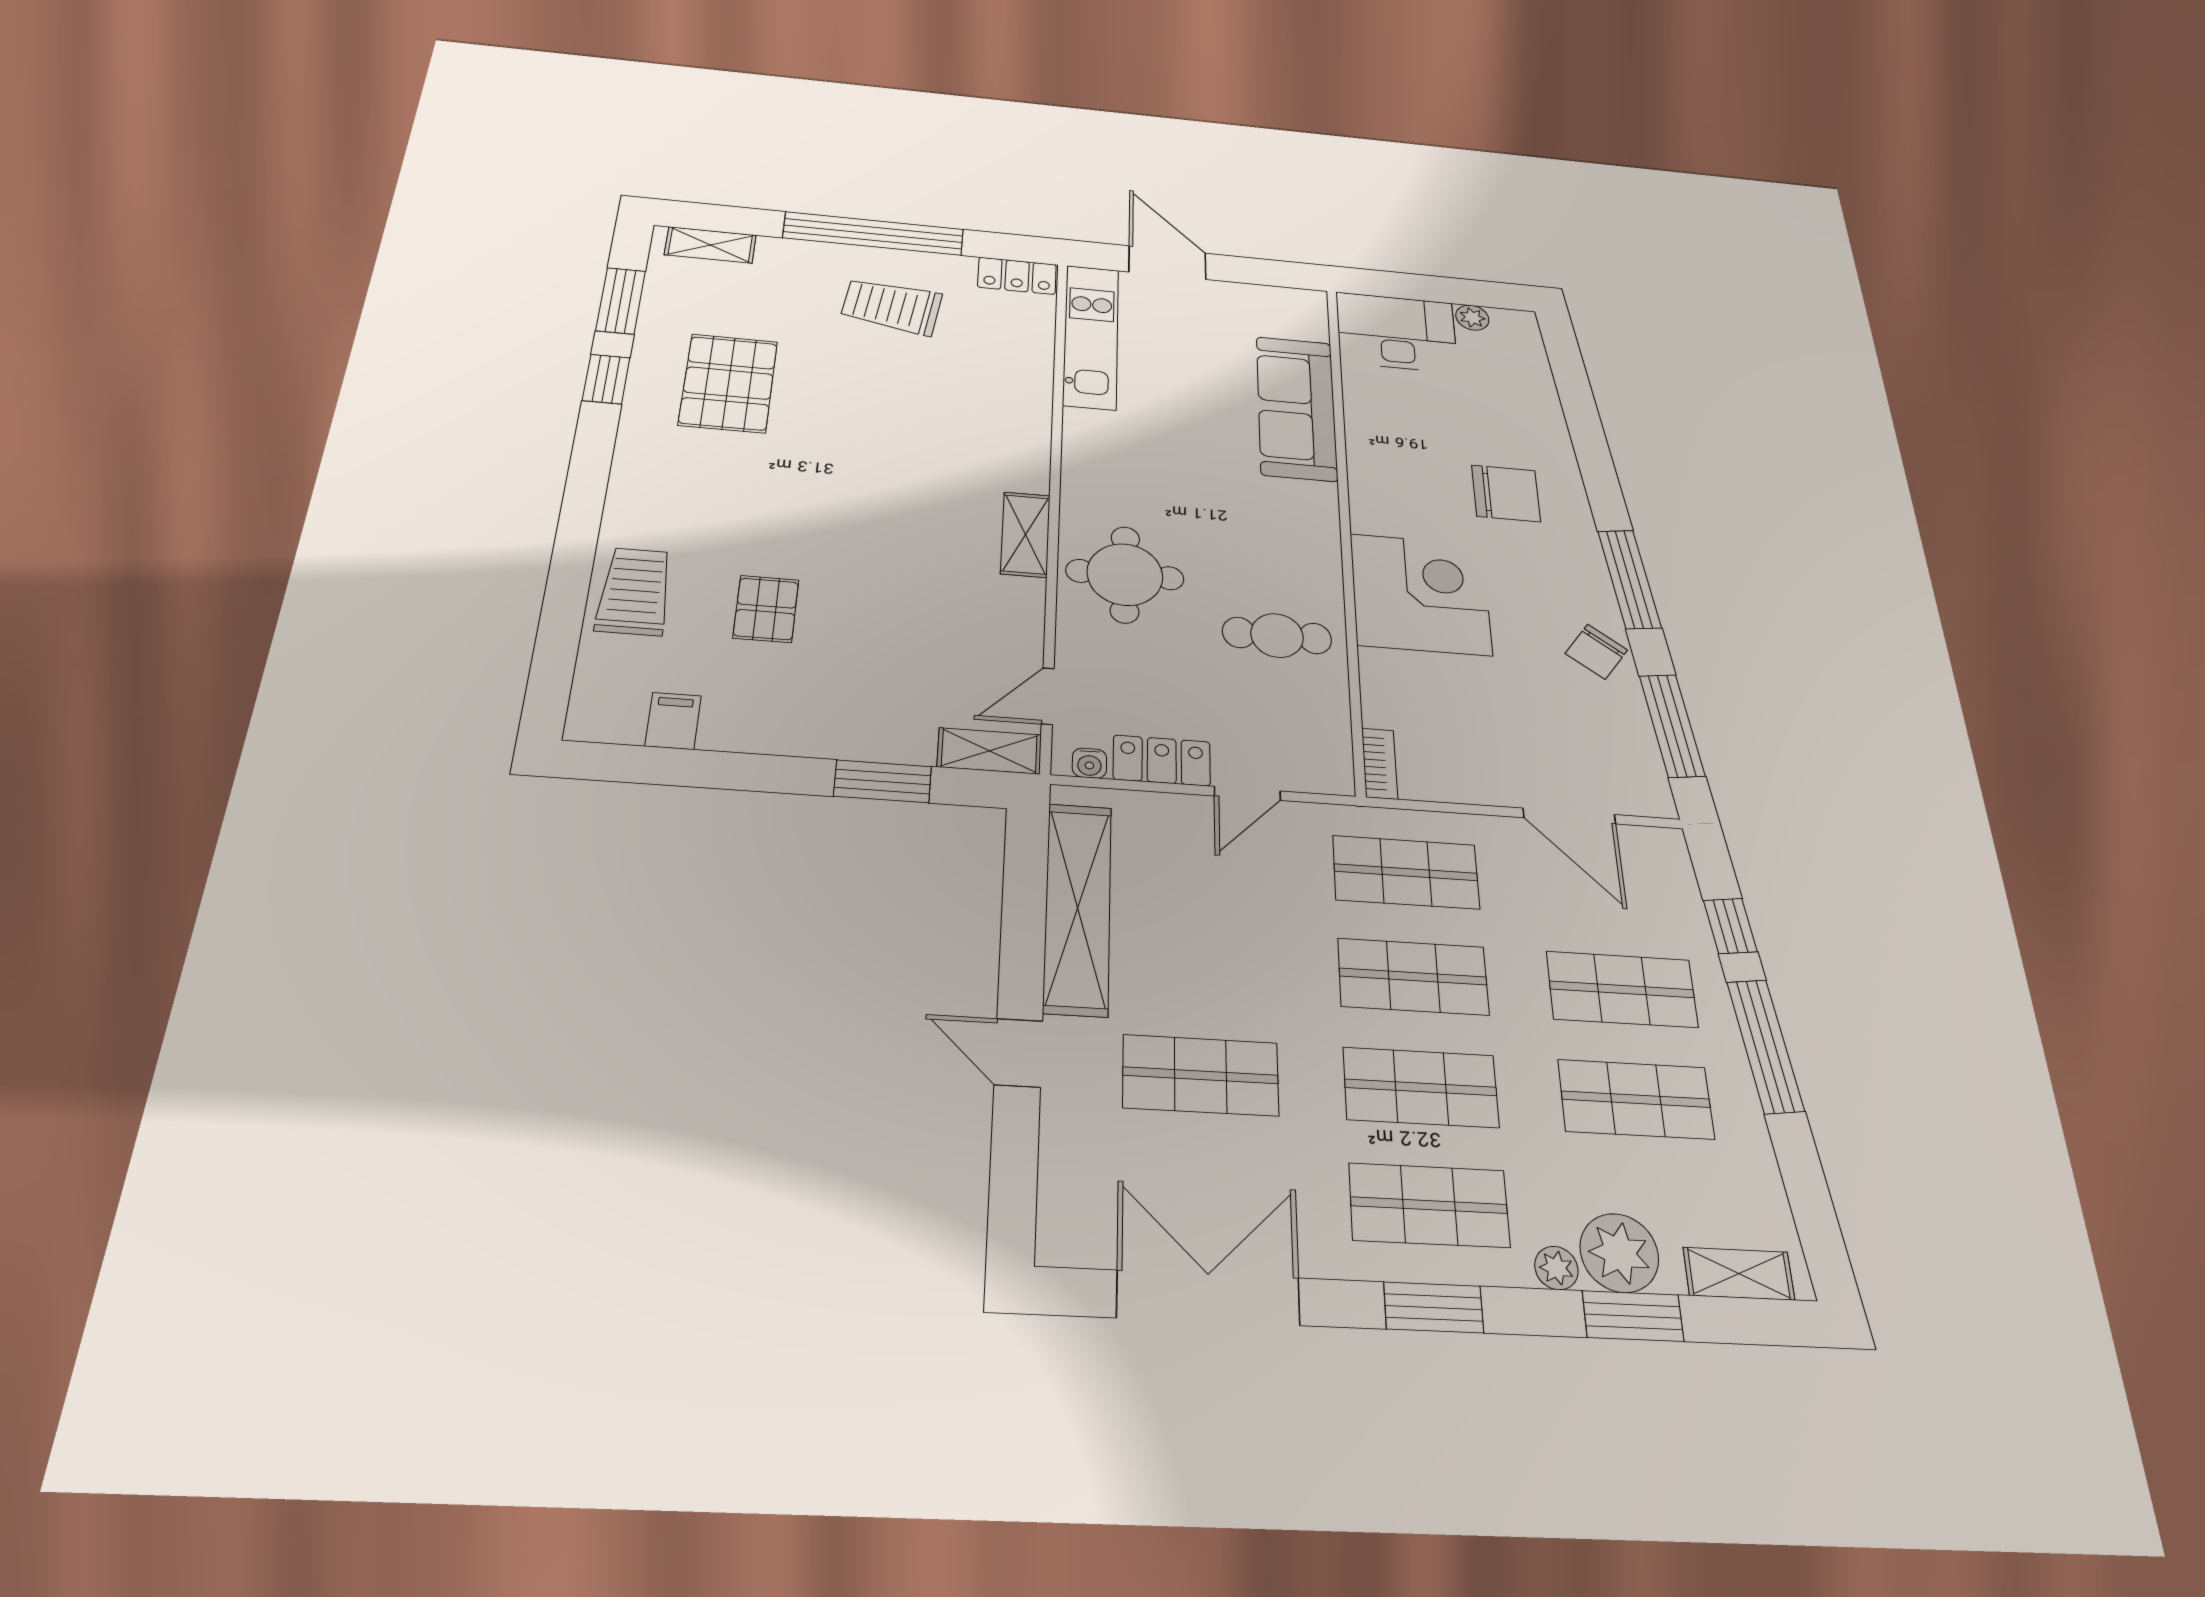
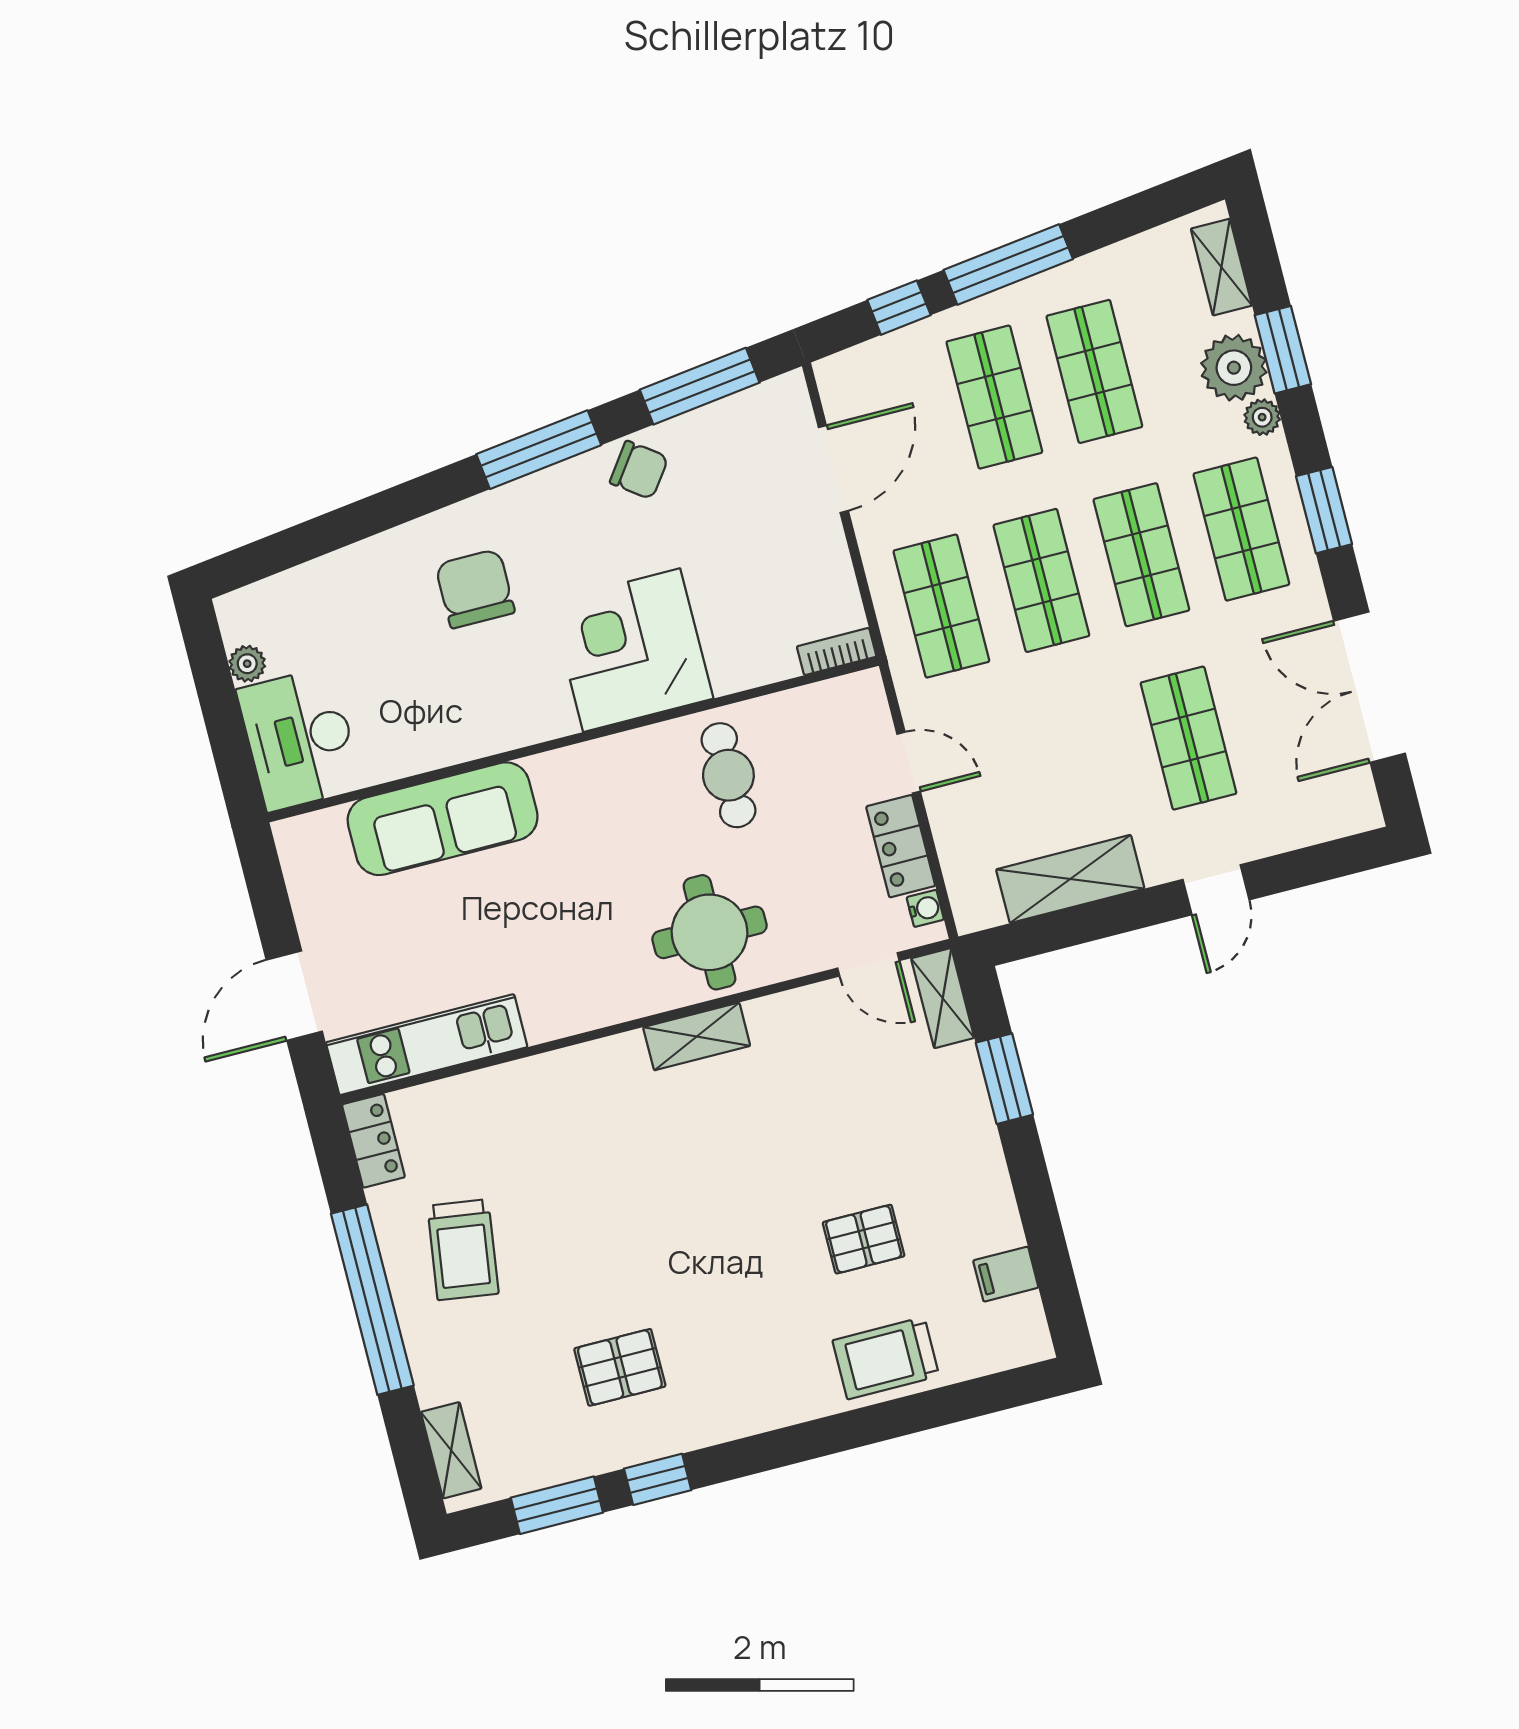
pallet: (728, 383) -> (620, 1367), width x0.67, depth x0.71
shelving: (1078, 908) -> (1070, 879), width x0.68

